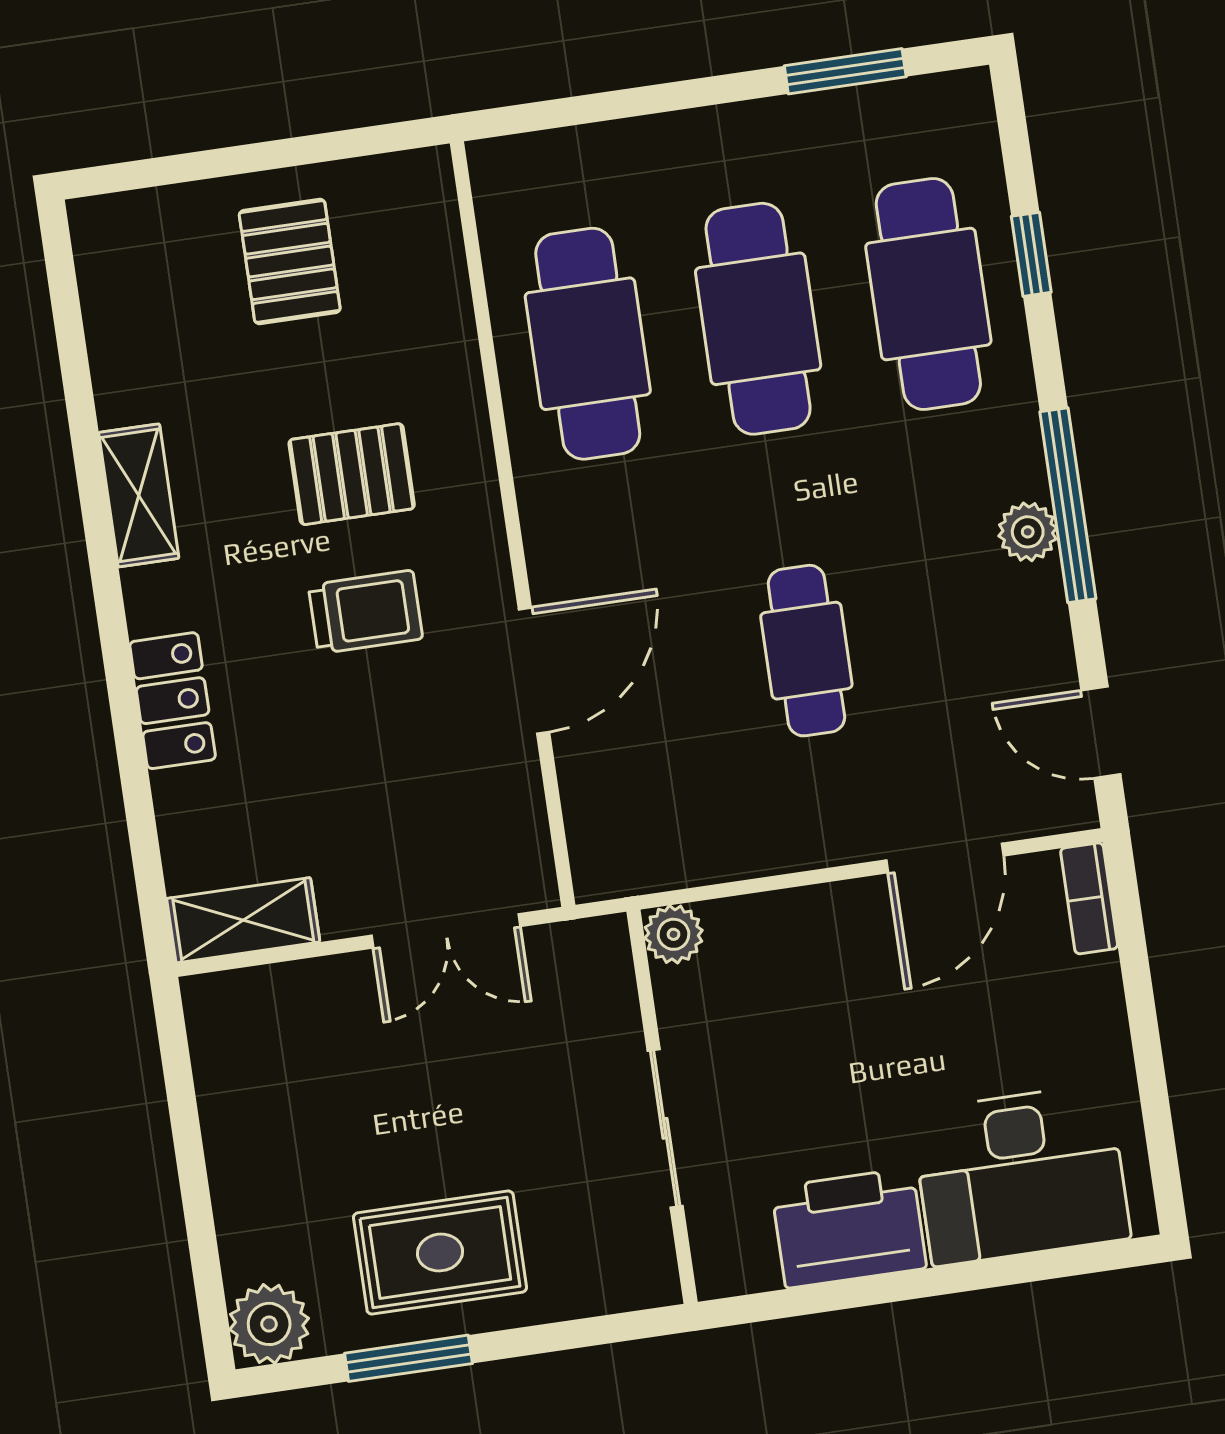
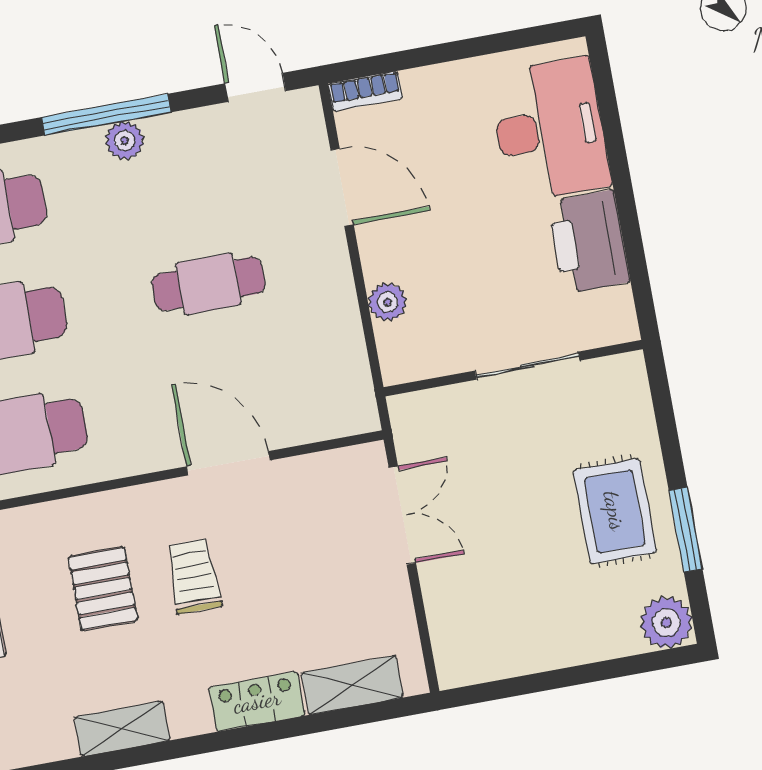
door: (1101, 732) -> (255, 87), swing flipped
shelving: (243, 920) -> (352, 685), moved, turned 90
plant: (673, 934) -> (388, 302), moved

